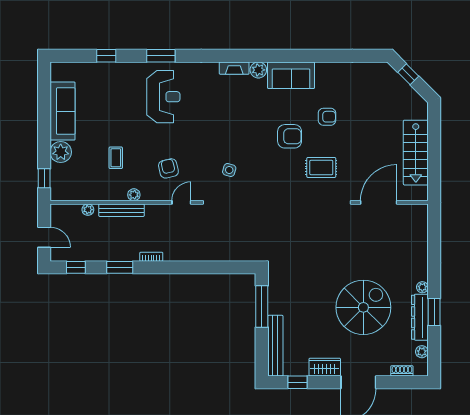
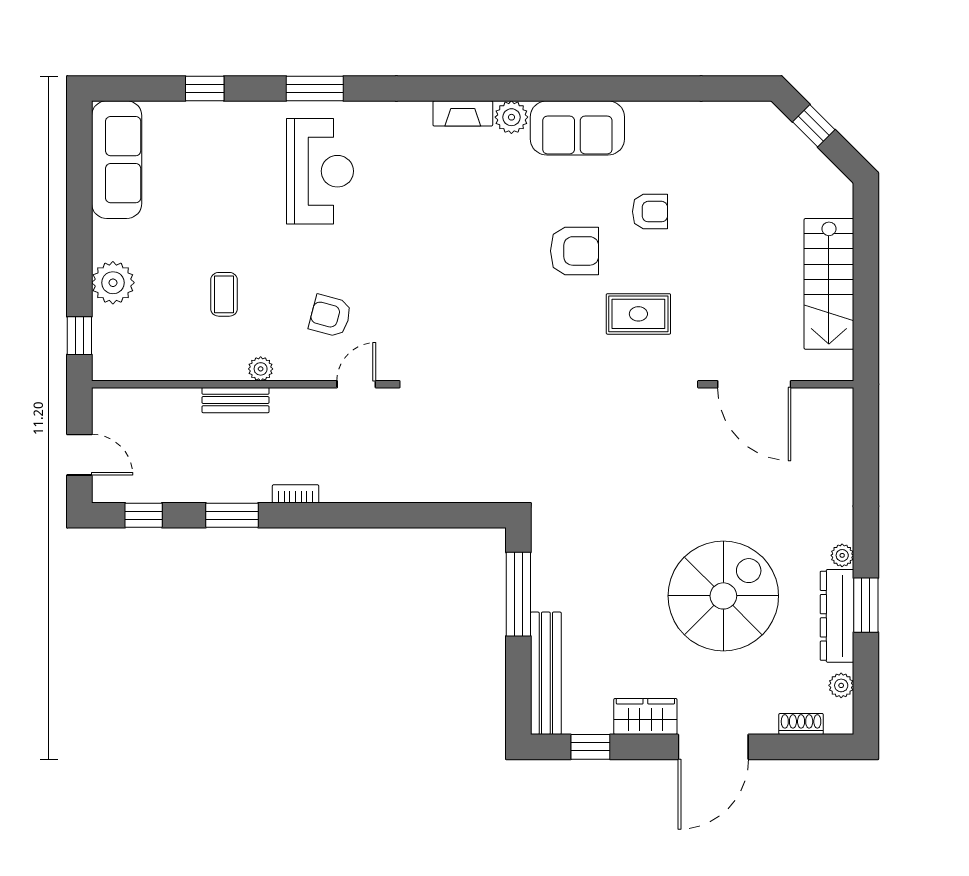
sofa: (63, 111) -> (117, 160), moved
armchair: (168, 168) -> (330, 316), turned -62
side table: (229, 170) -> (453, 319), removed
door: (379, 202) -> (754, 384), swing flipped
plant: (88, 210) -> (168, 399), removed
bench: (121, 210) -> (235, 400), width x0.73

